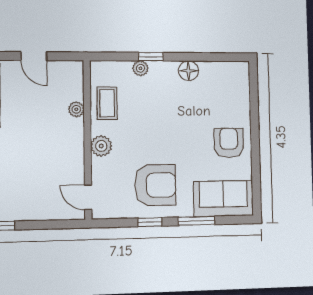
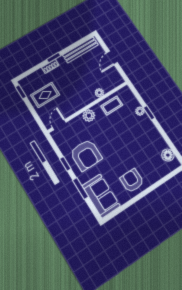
floor lamp: (189, 71) -> (168, 155), moved
armchair: (229, 143) -> (132, 181), turned -90
rug: (29, 192) -> (45, 95), added

